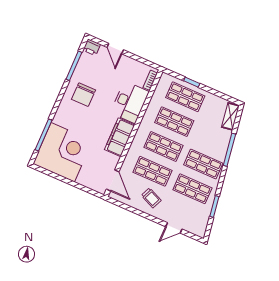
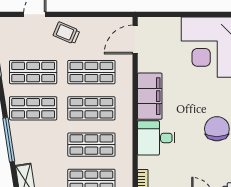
desk: (130, 102) -> (156, 138), width x0.73
door: (113, 180) -> (135, 40), hinge flipped
trolley: (151, 198) -> (66, 33), moved

